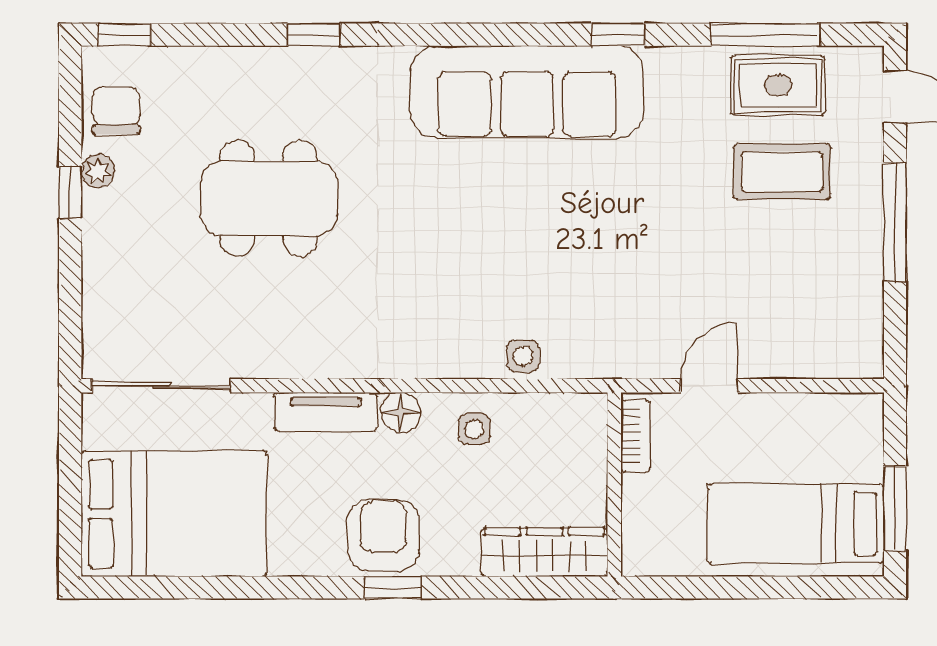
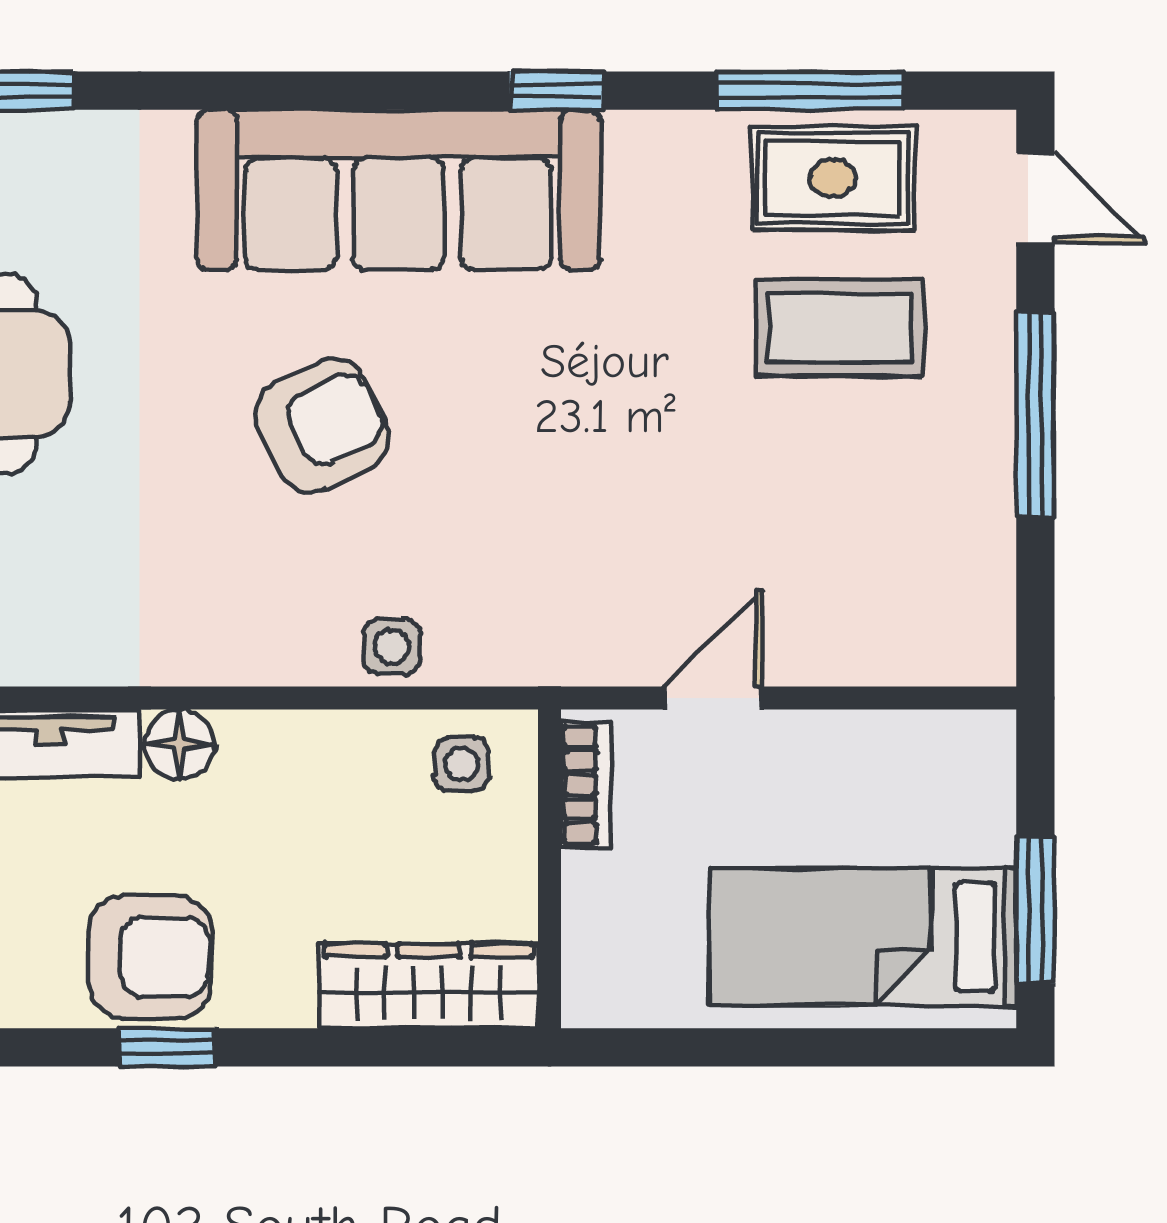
armchair: (483, 228) -> (322, 425), added
side table: (474, 429) -> (462, 764), moved
armchair: (383, 535) -> (150, 957), turned 90

